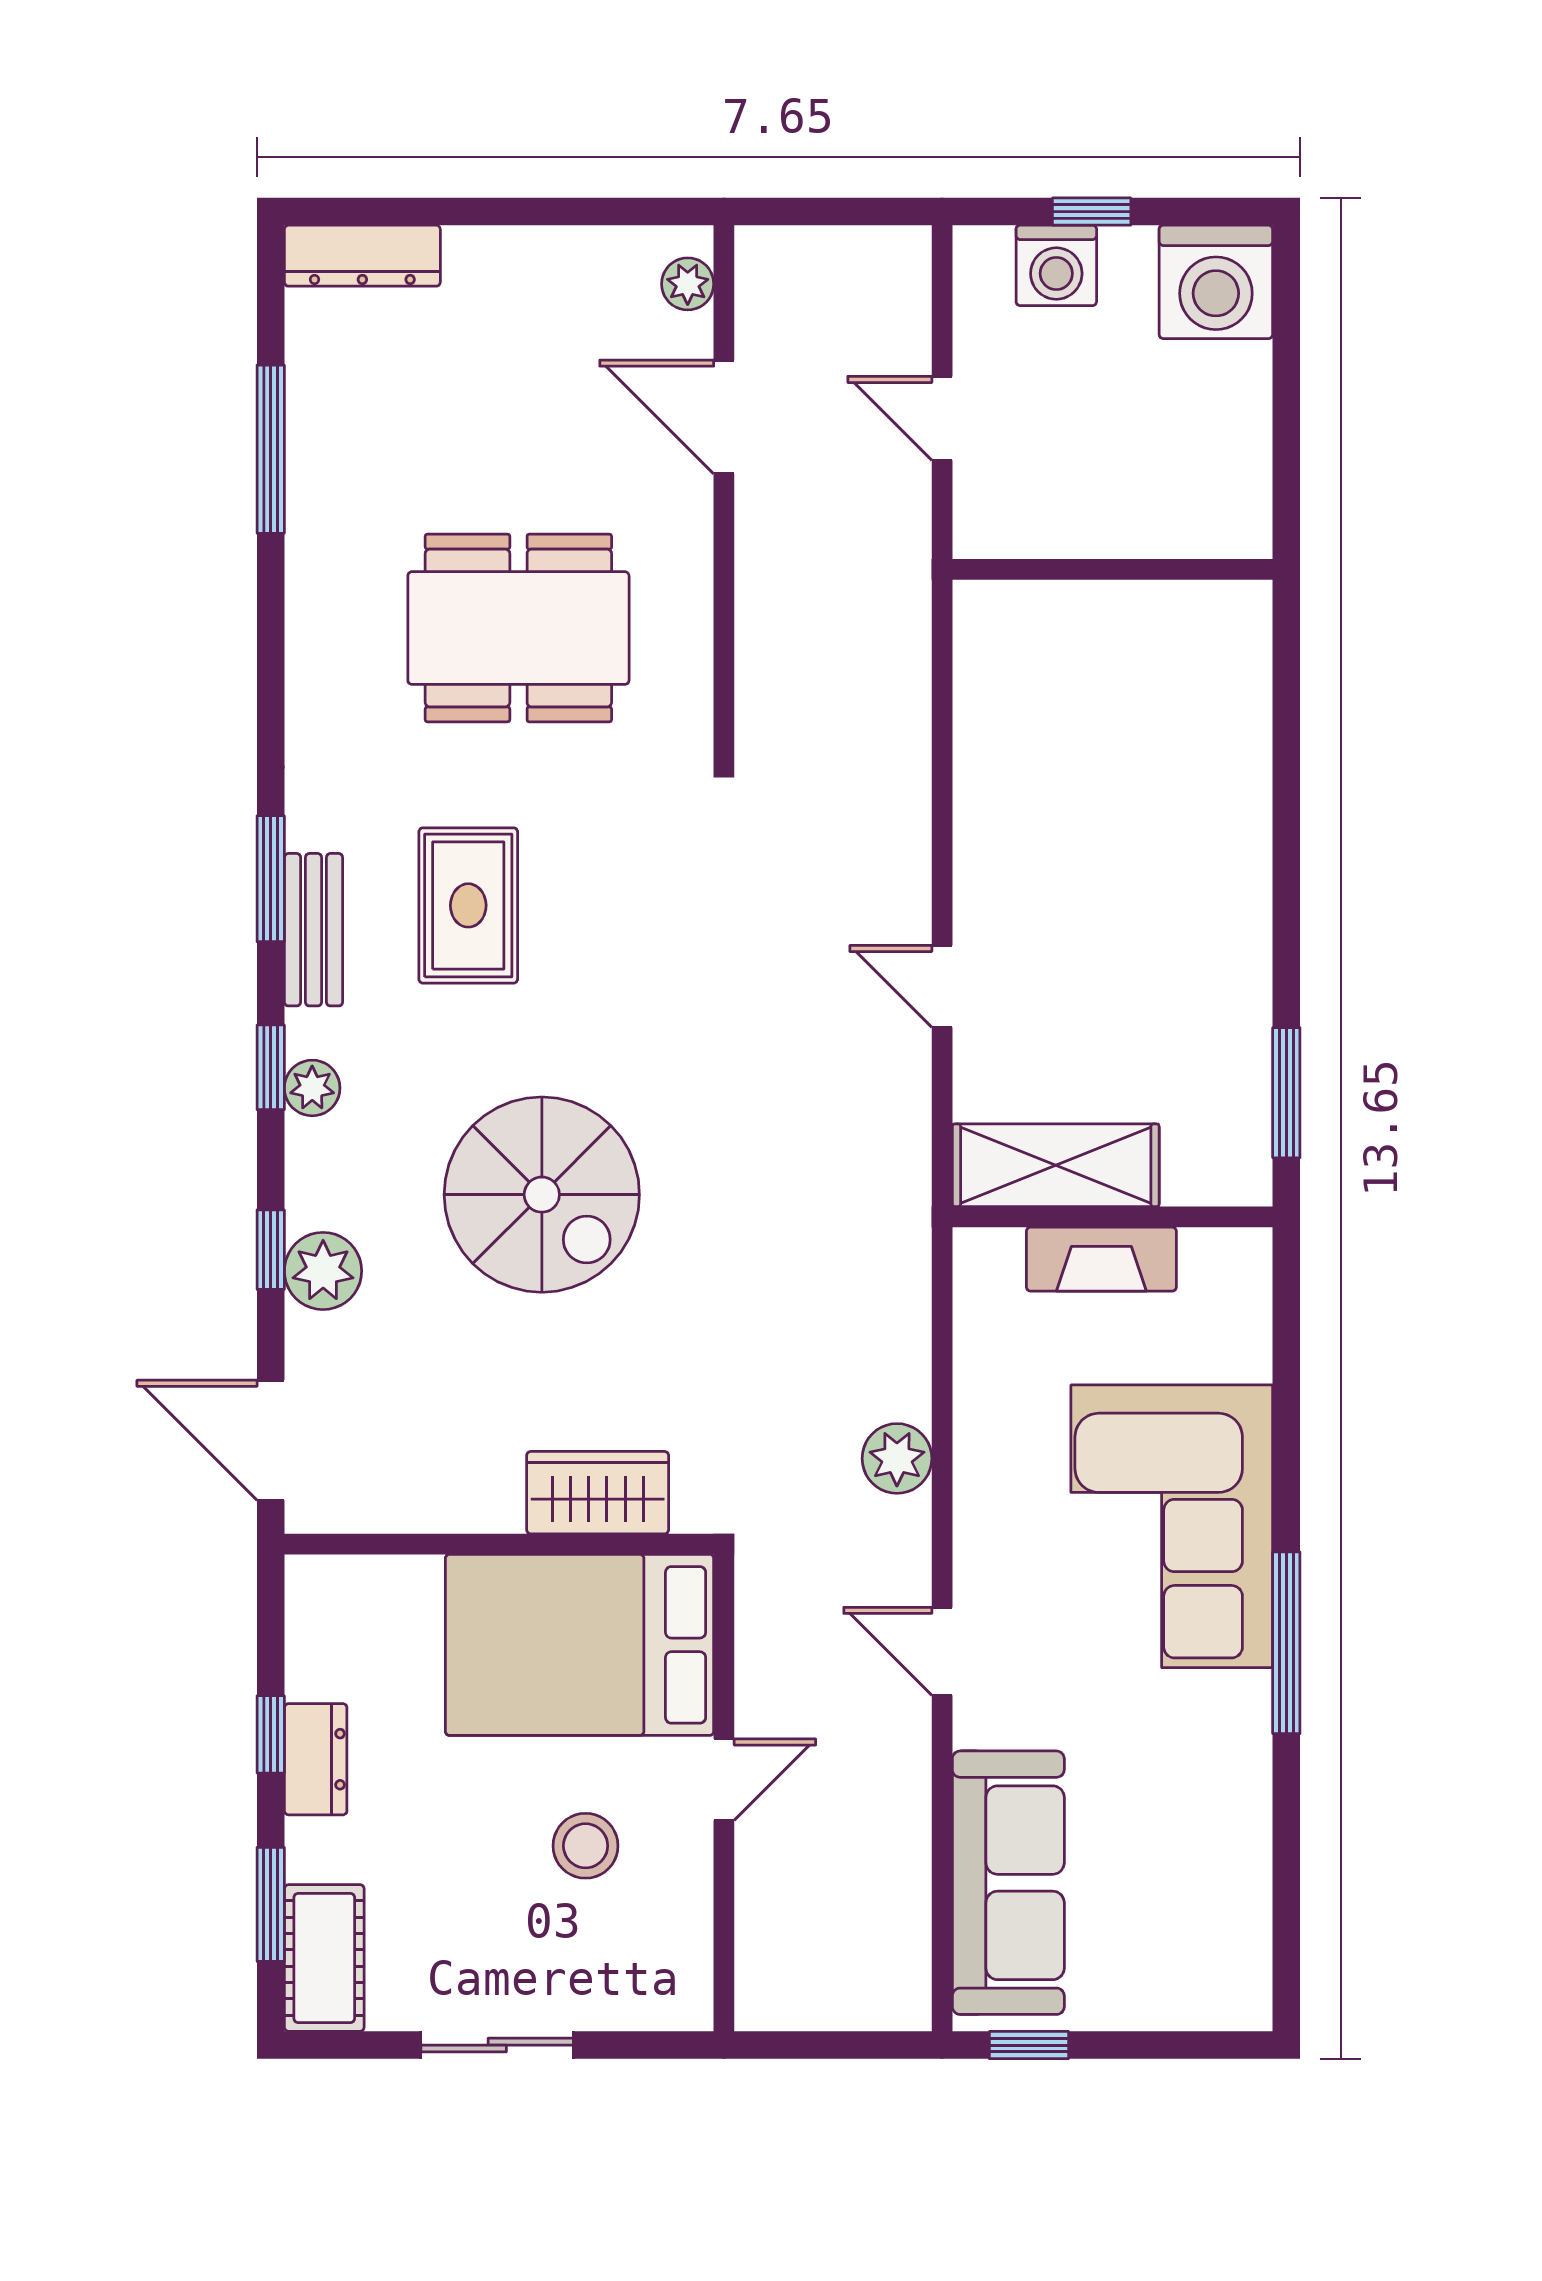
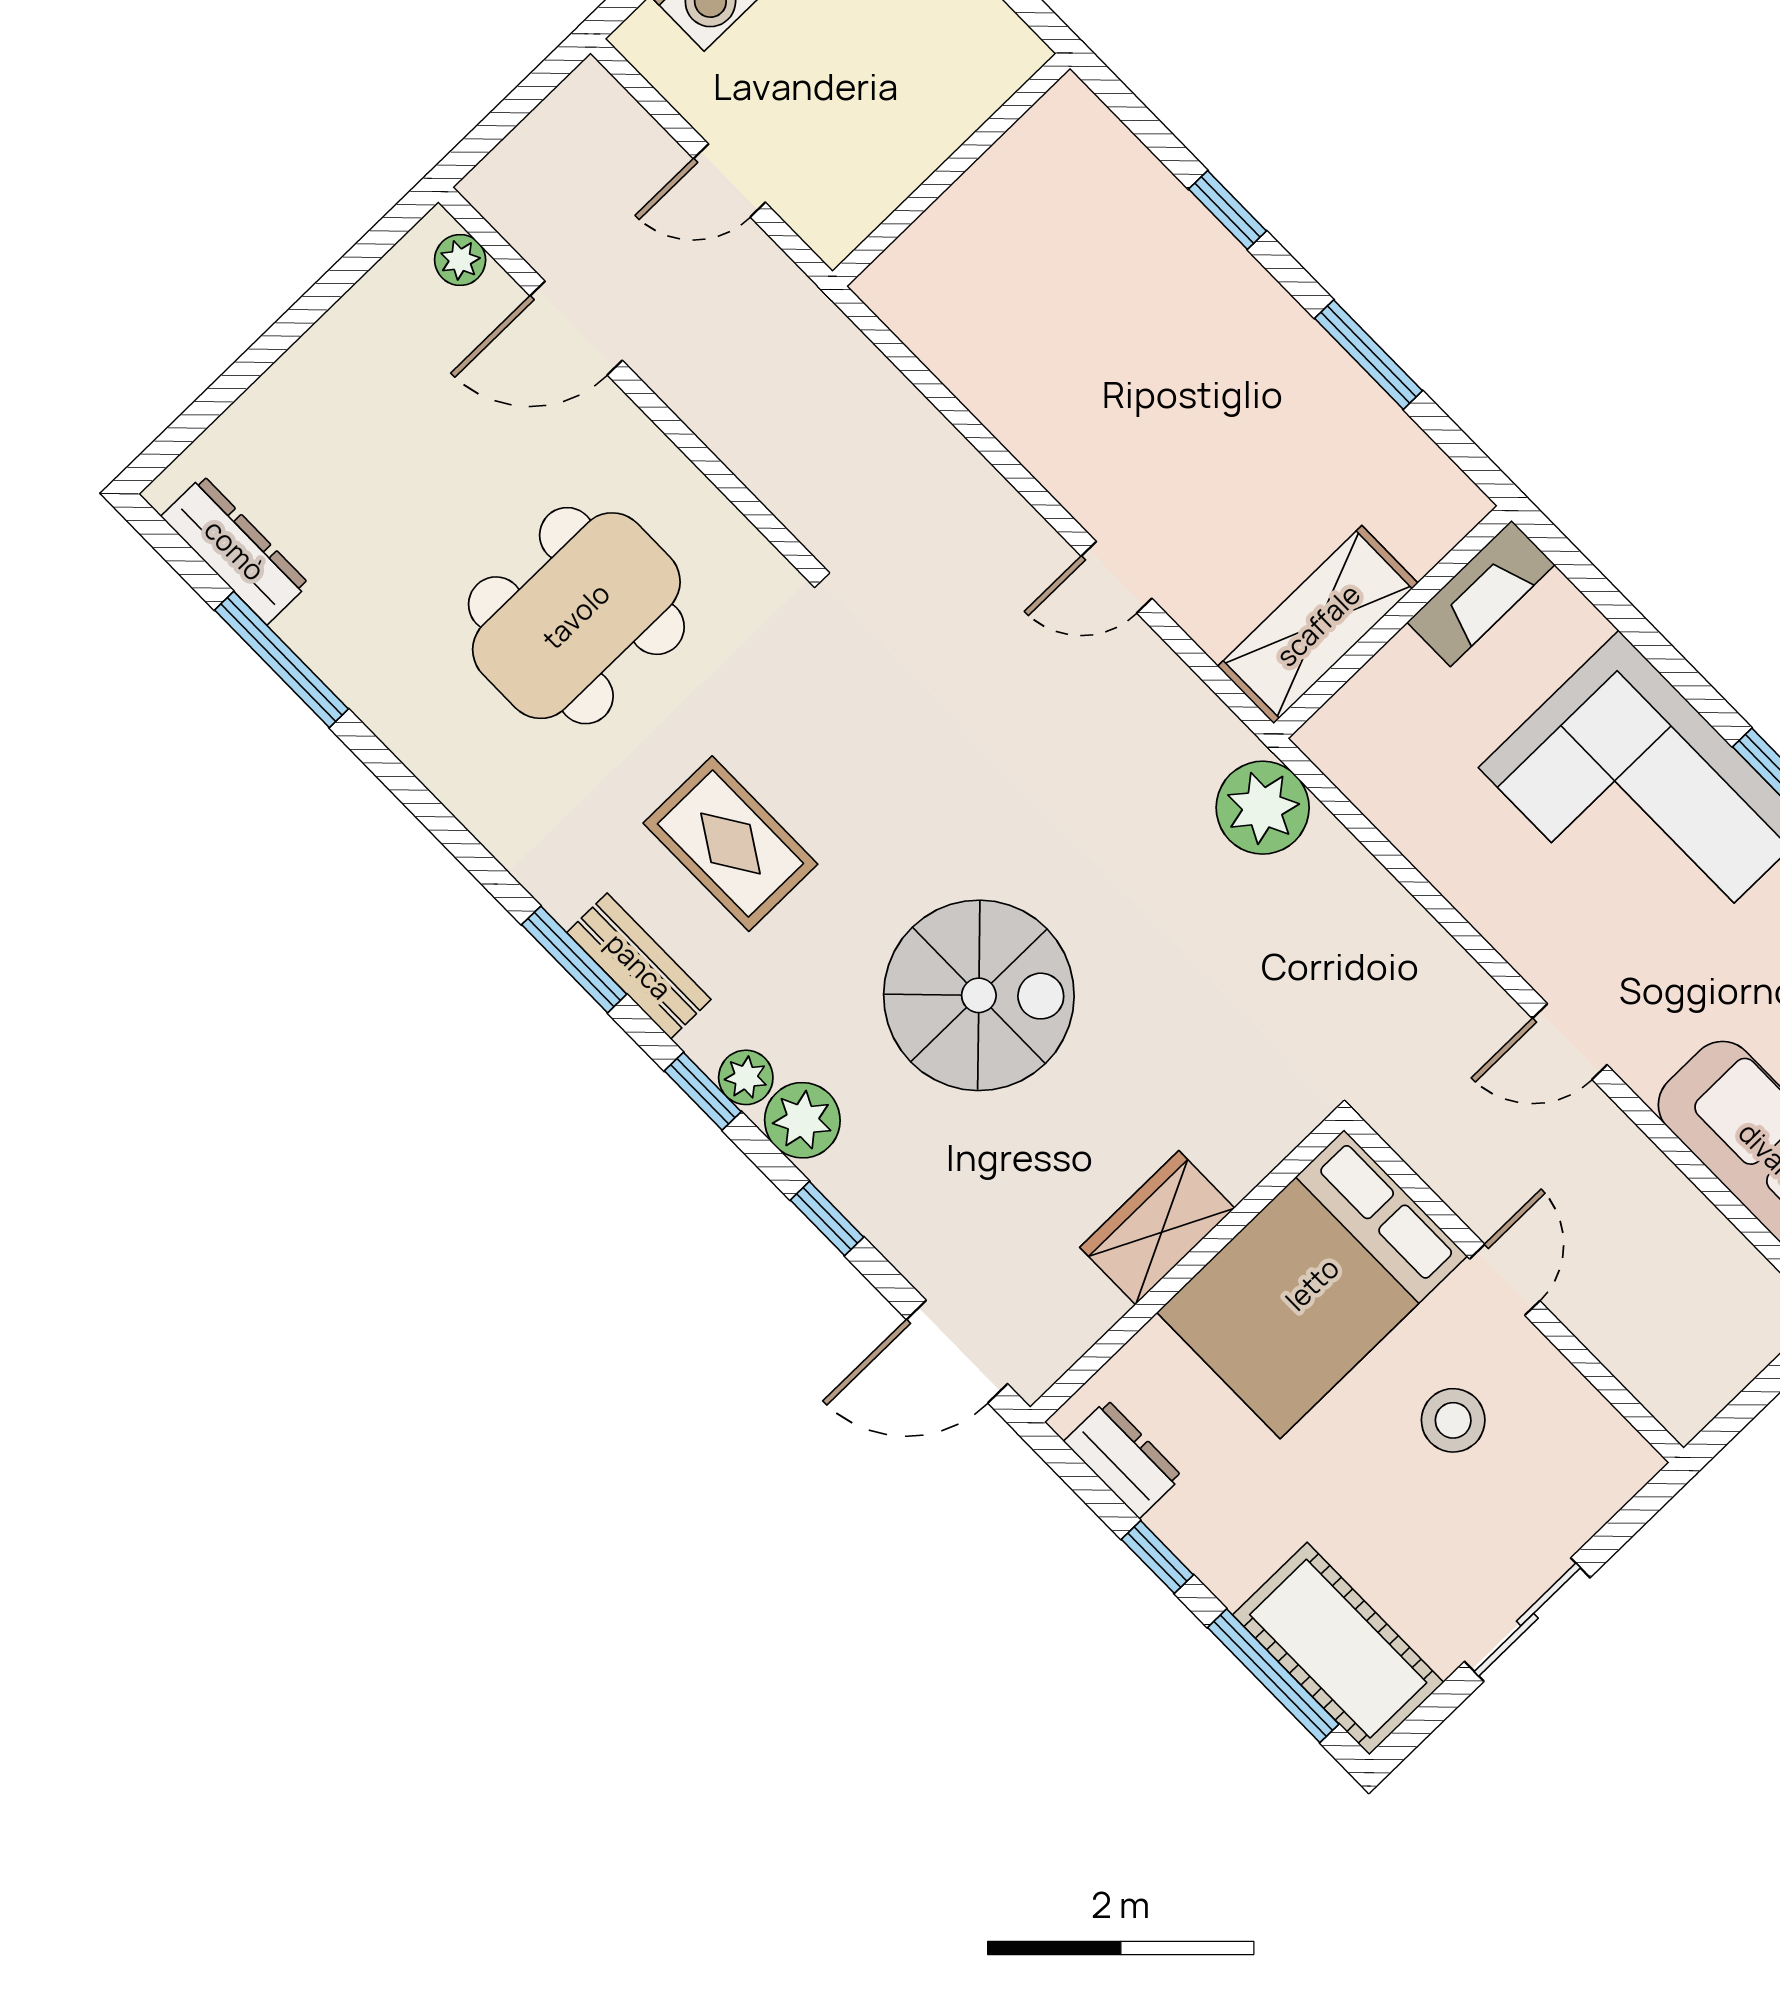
dresser: (362, 256) -> (235, 550), moved, turned -90
window: (1286, 797) -> (1228, 210), added
window: (1286, 1093) -> (1369, 355), moved
fireplace: (1101, 1259) -> (1481, 593), moved
plant: (323, 1271) -> (802, 1120), moved
plant: (897, 1458) -> (1263, 808), moved, width x1.36, depth x1.36
wardrobe: (598, 1493) -> (1157, 1228), moved
dresser: (316, 1759) -> (1123, 1459), moved
window: (271, 1904) -> (1273, 1676), width x1.44
cot: (324, 1958) -> (1338, 1649), width x1.37, depth x1.34

